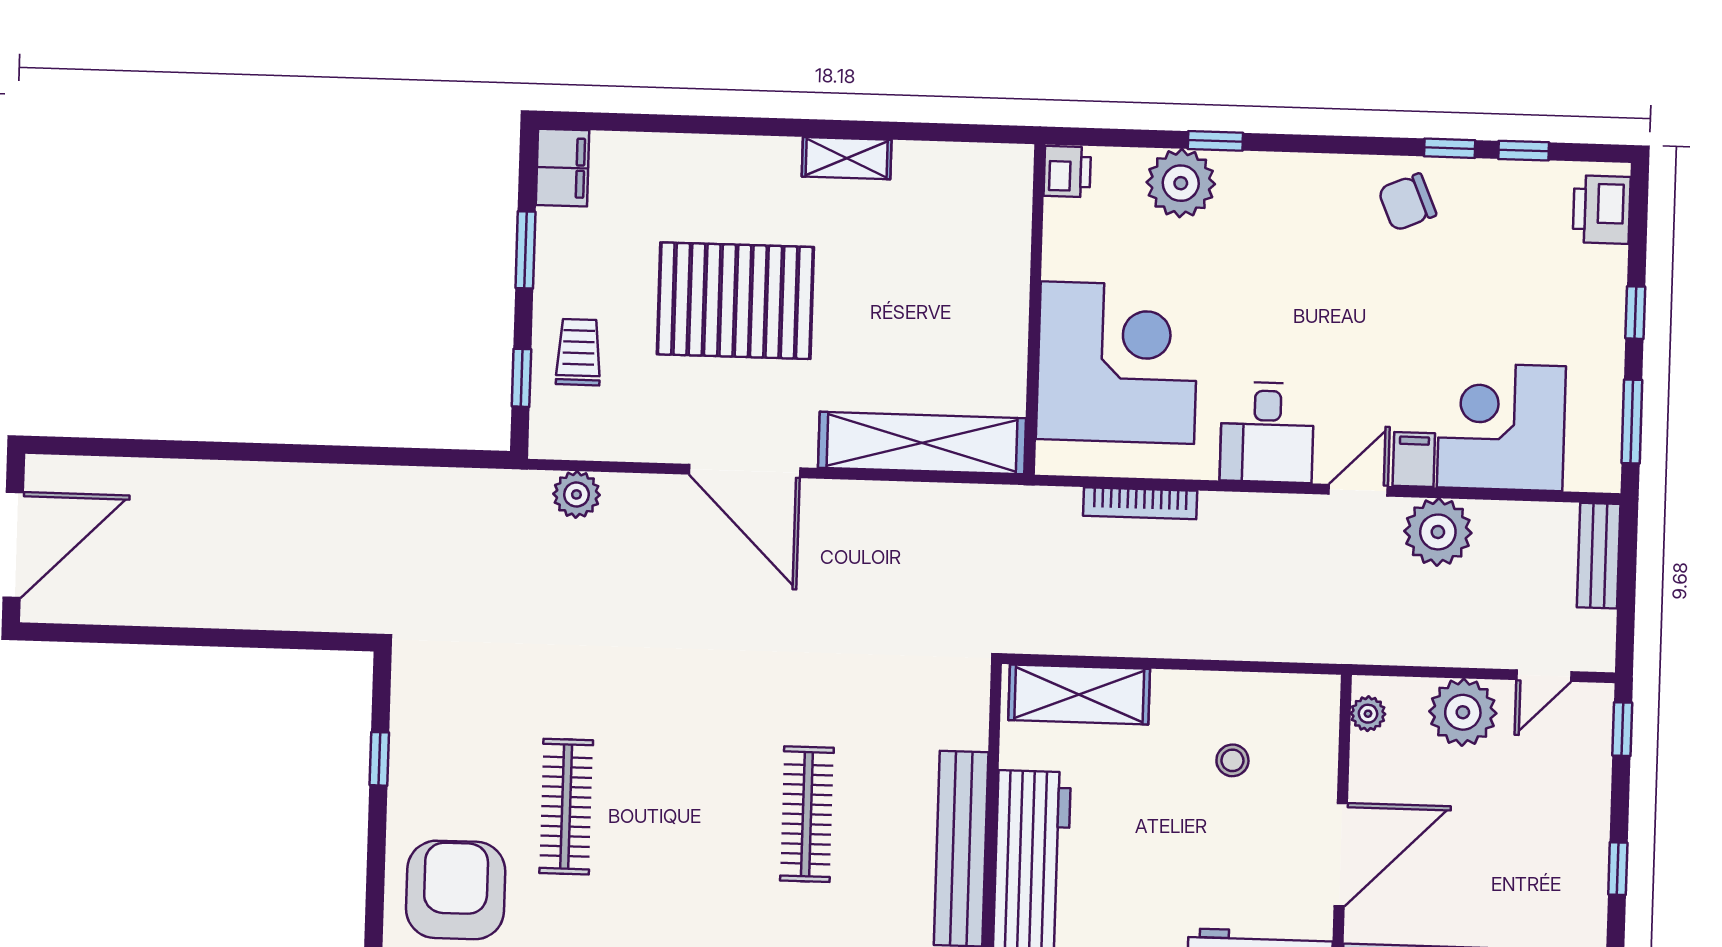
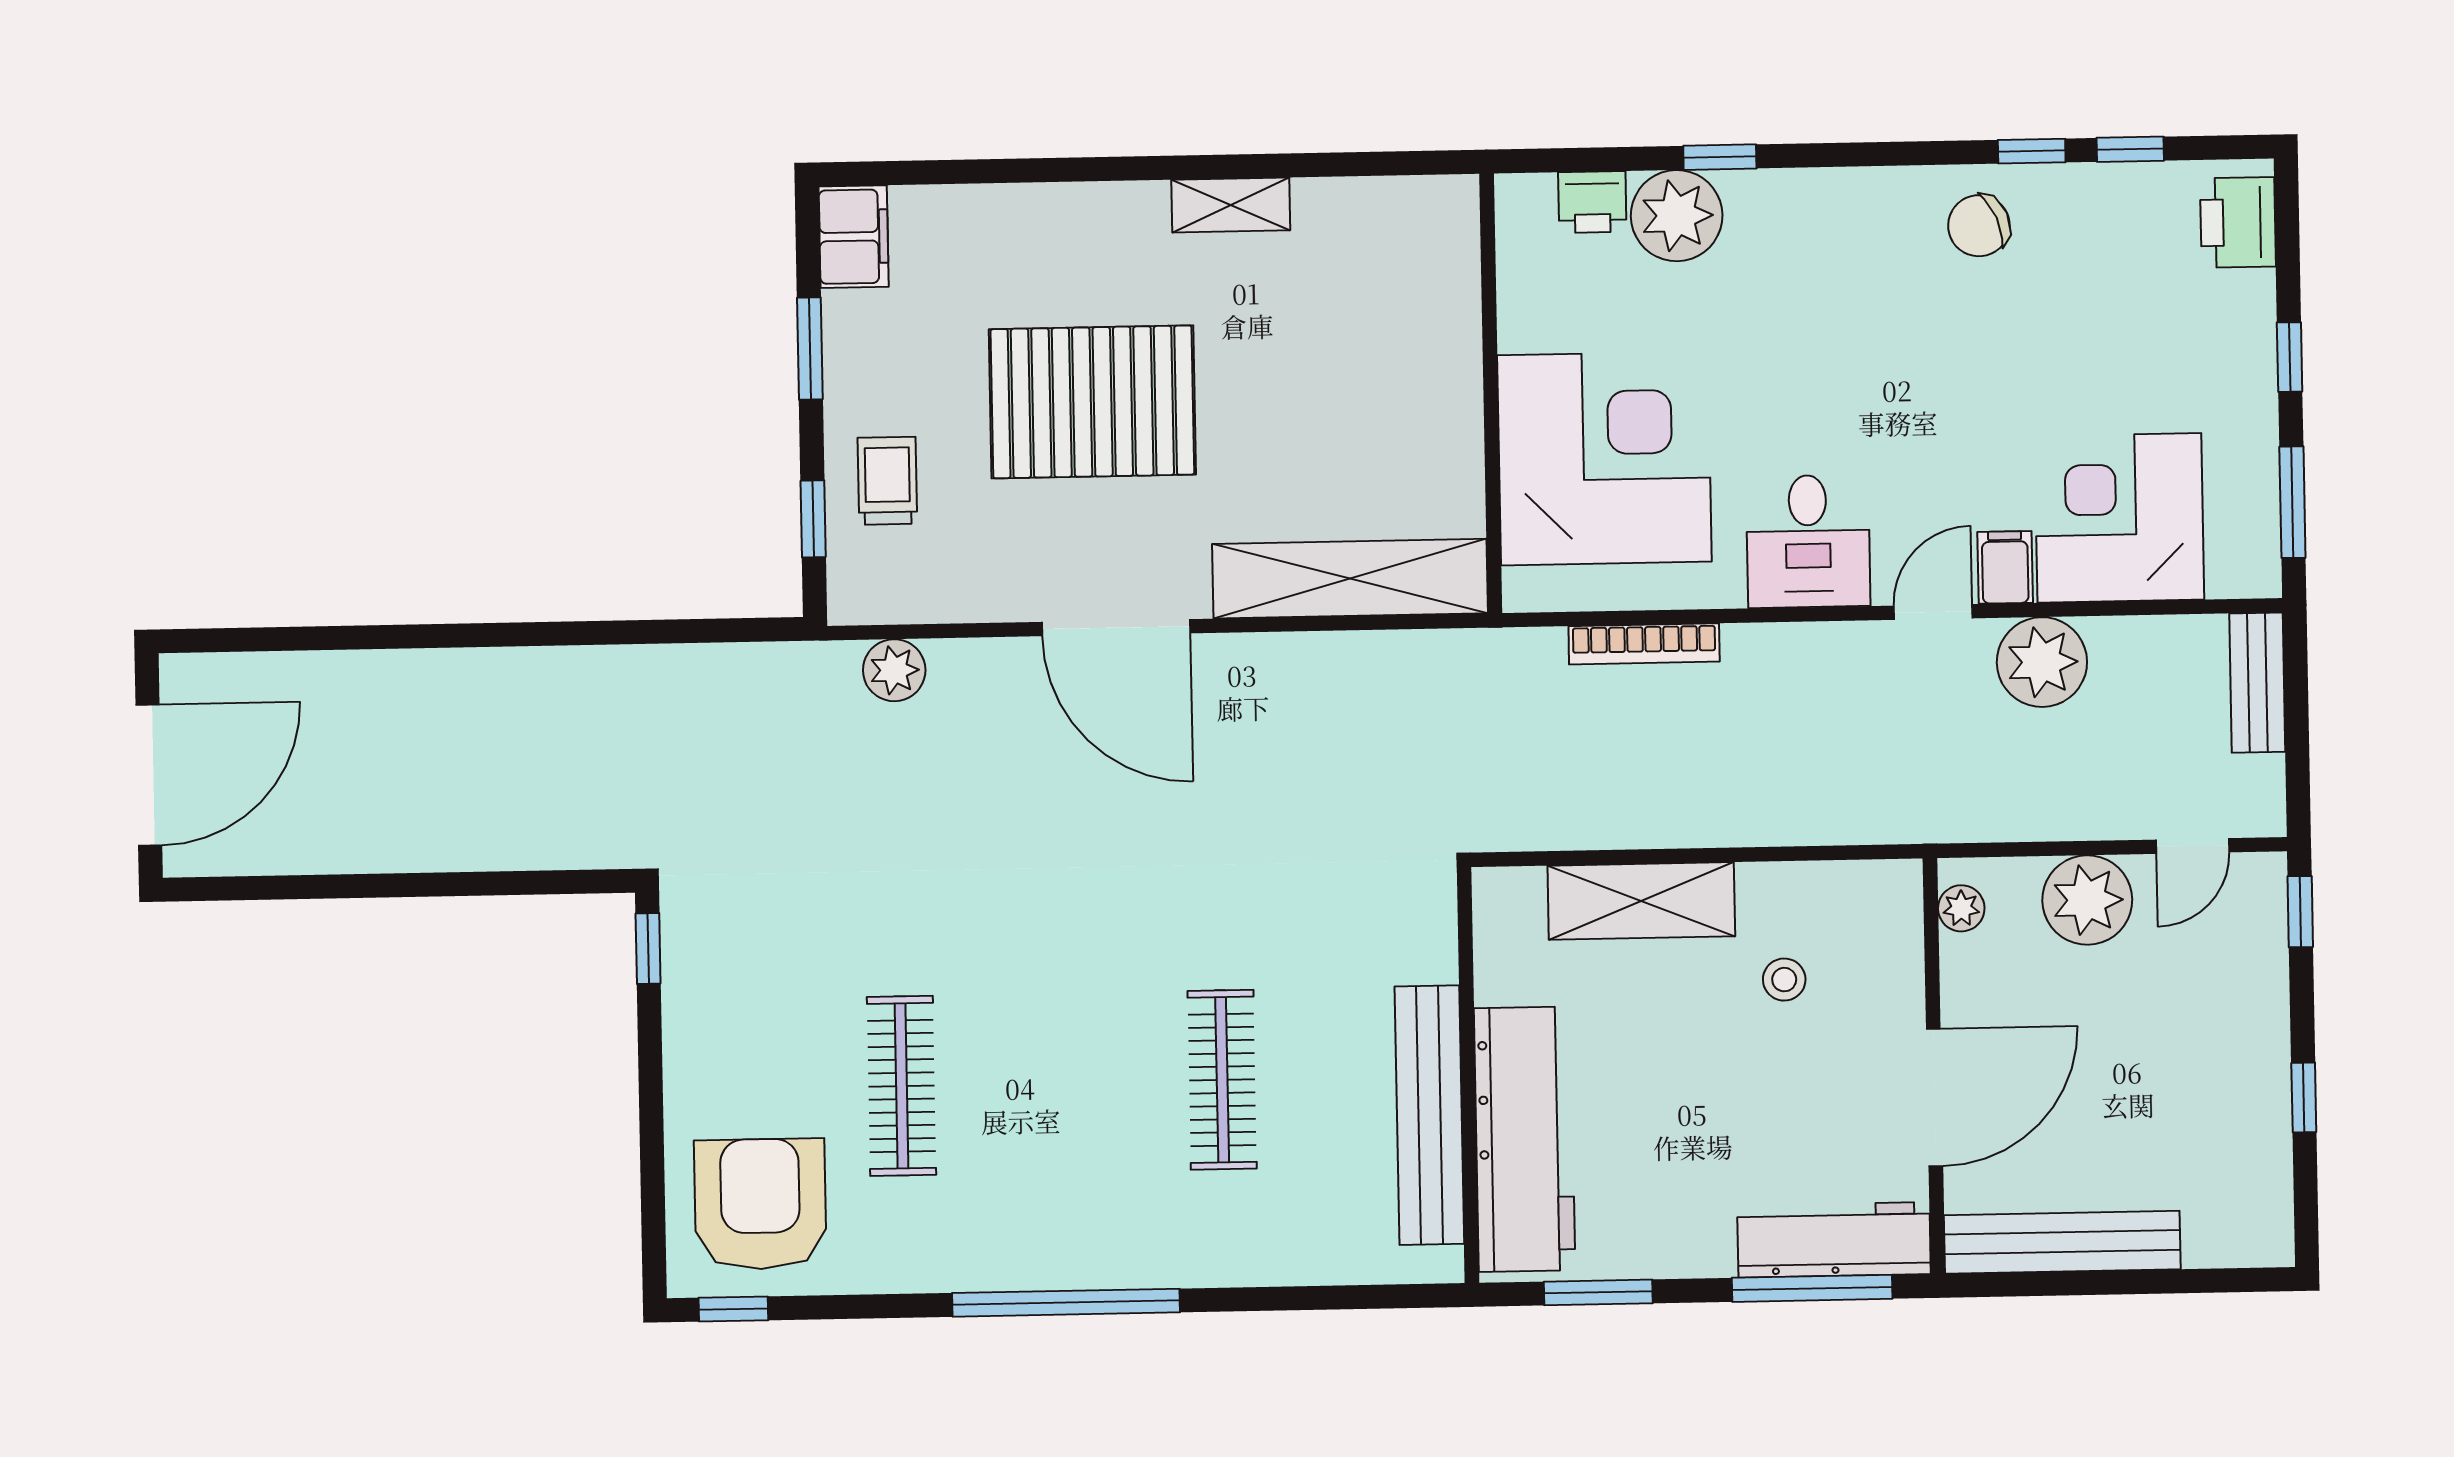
printer: (1067, 171) -> (1592, 202), moved, turned 90
shelving: (1079, 694) -> (1641, 901), moved
window: (379, 759) -> (648, 949), moved

